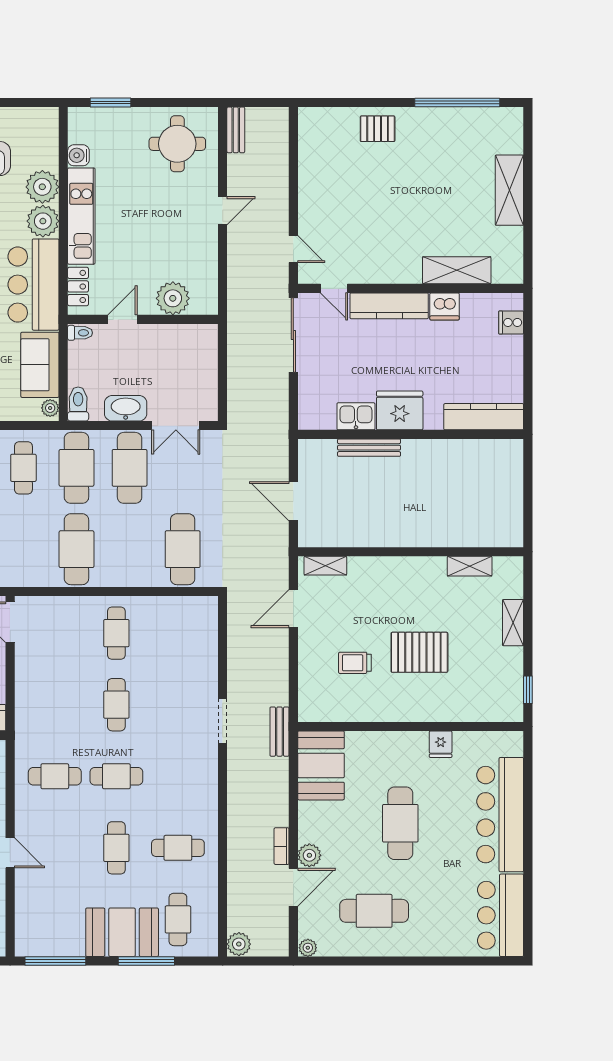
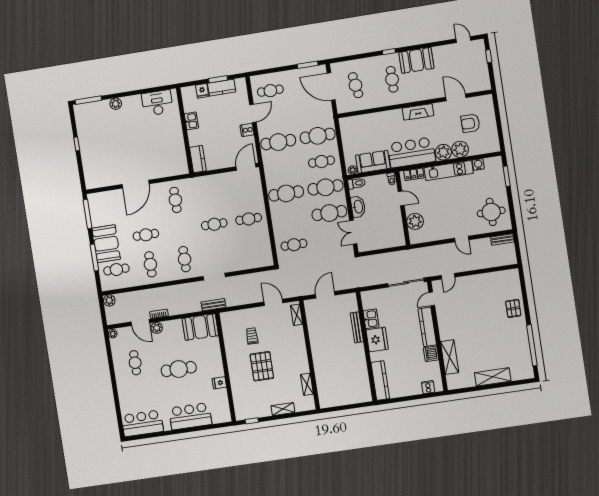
cafe table: (183, 549) -> (294, 245), width x0.73, depth x0.74
cafe table: (116, 776) -> (185, 259), moved
bar counter: (500, 815) -> (190, 416), width x0.73
door: (10, 853) -> (136, 184), width x1.87
cafe table: (374, 911) -> (135, 363), width x0.73, depth x0.74

